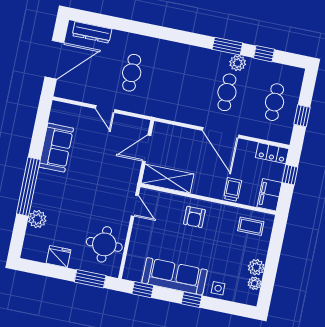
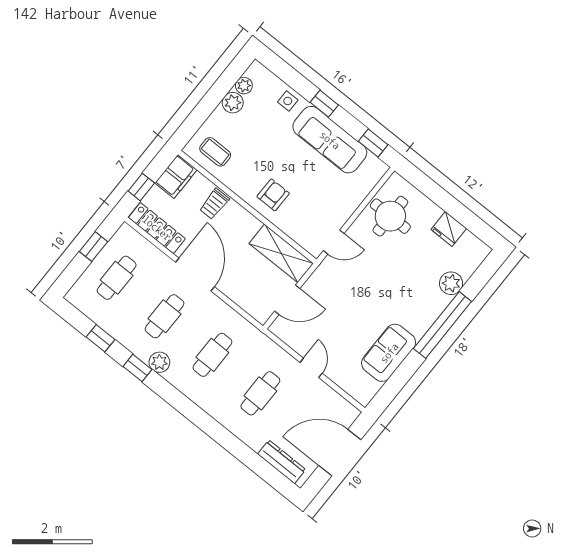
window: (227, 46) -> (137, 368), width x0.67
plant: (238, 63) -> (159, 362), moved
cafe table: (179, 83) -> (212, 355), added
locker: (272, 153) -> (157, 228), width x1.53
door: (135, 206) -> (334, 242), swing flipped
window: (90, 279) -> (426, 186), removed

